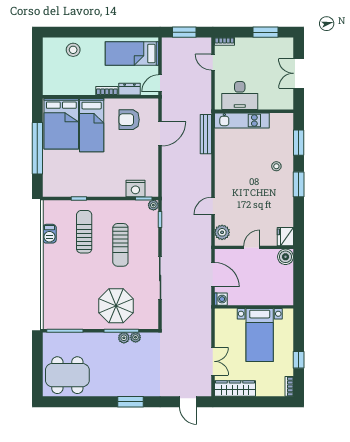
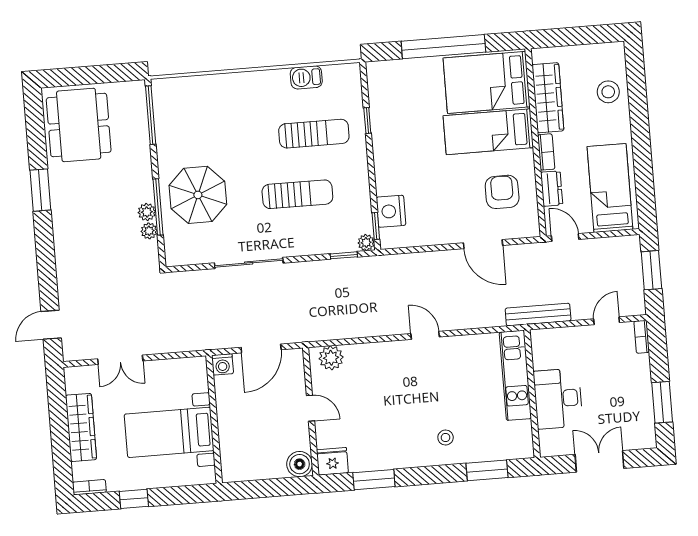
wardrobe: (74, 87) -> (548, 98), added
desk: (240, 96) -> (558, 399), moved
bench: (206, 134) -> (538, 315), moved
window: (299, 184) -> (374, 480), moved
door: (213, 206) -> (425, 335), moved
sun lounger: (120, 245) -> (297, 194), turned 180
wardrobe: (235, 389) -> (81, 427), moved
window: (130, 402) -> (40, 190), moved

